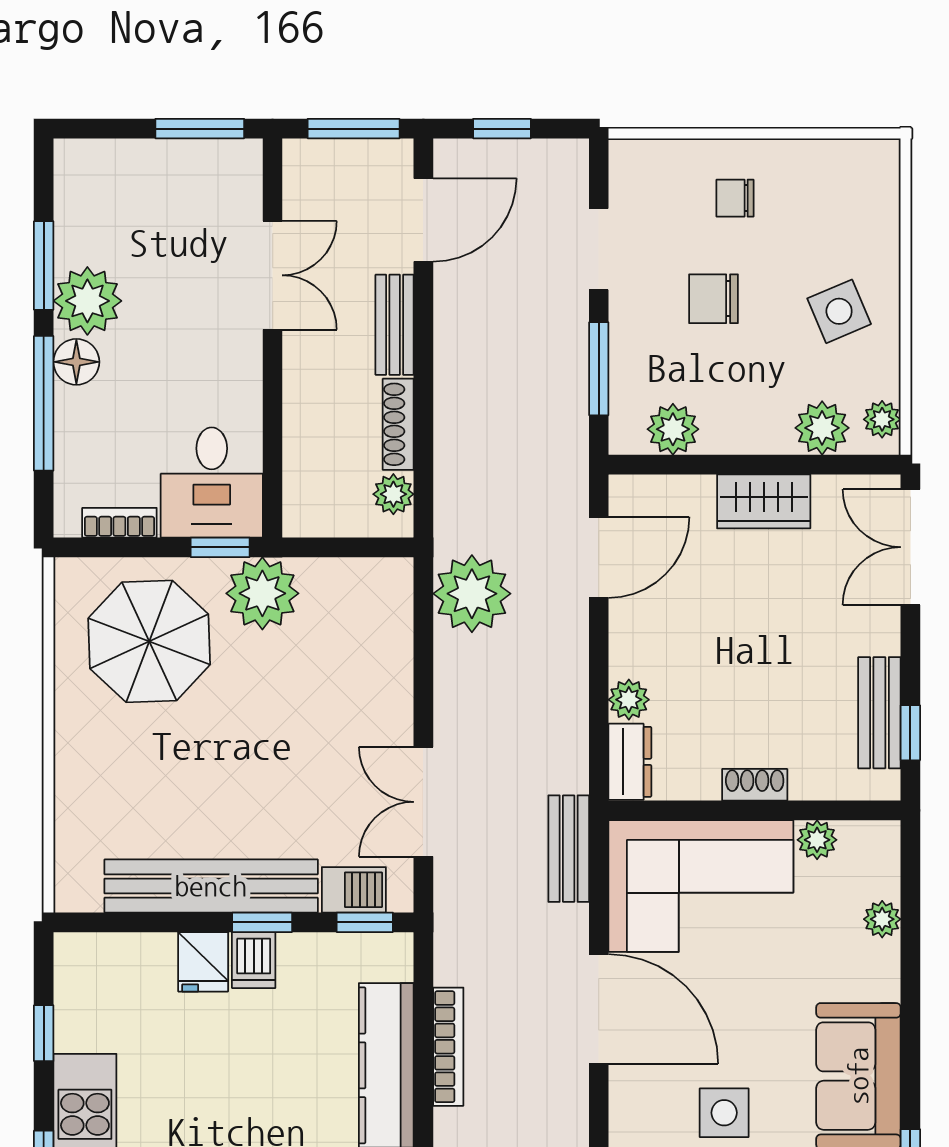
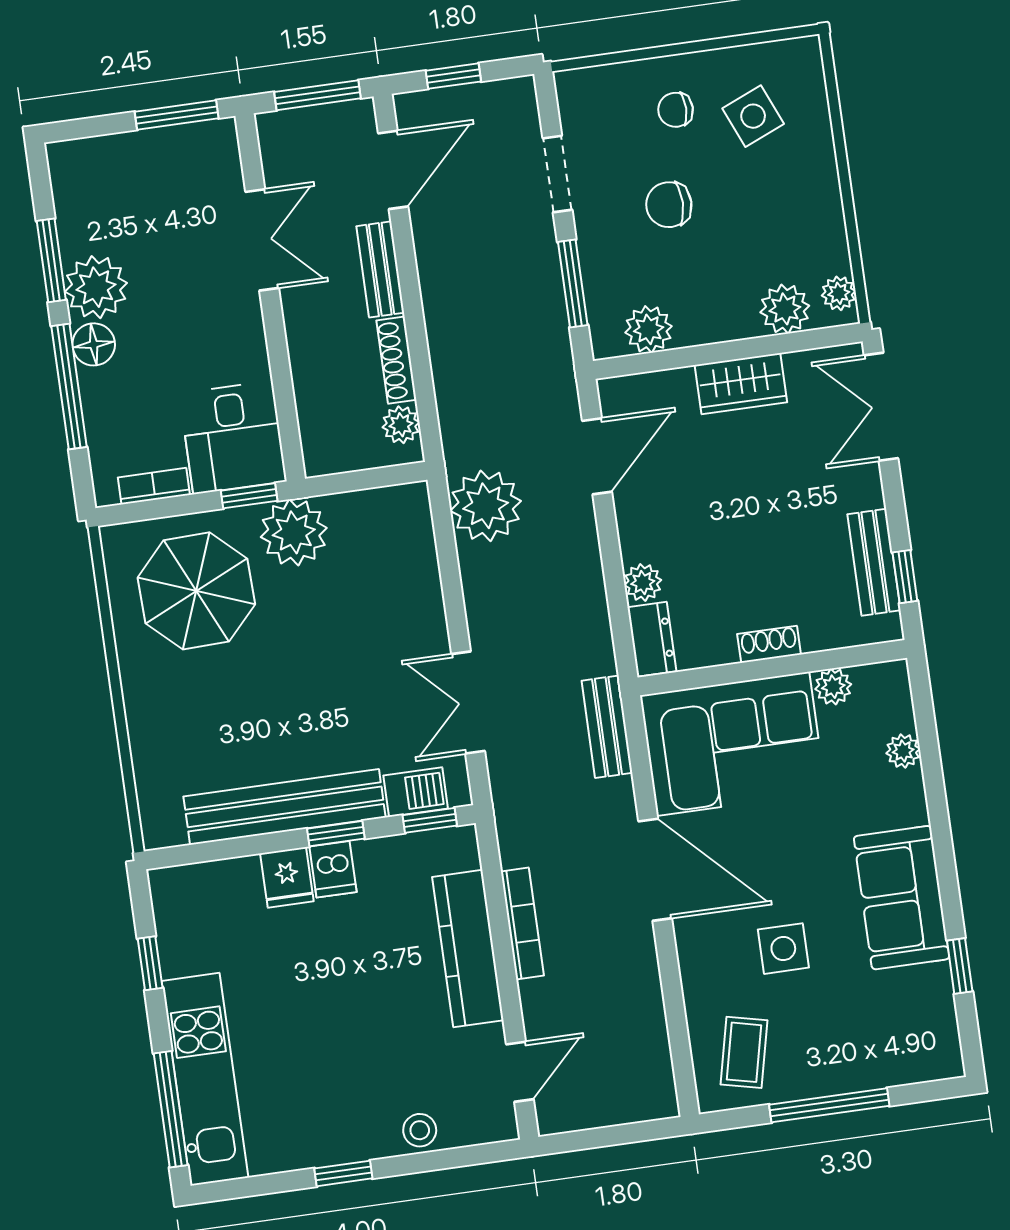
side table: (839, 311) -> (753, 116), moved

